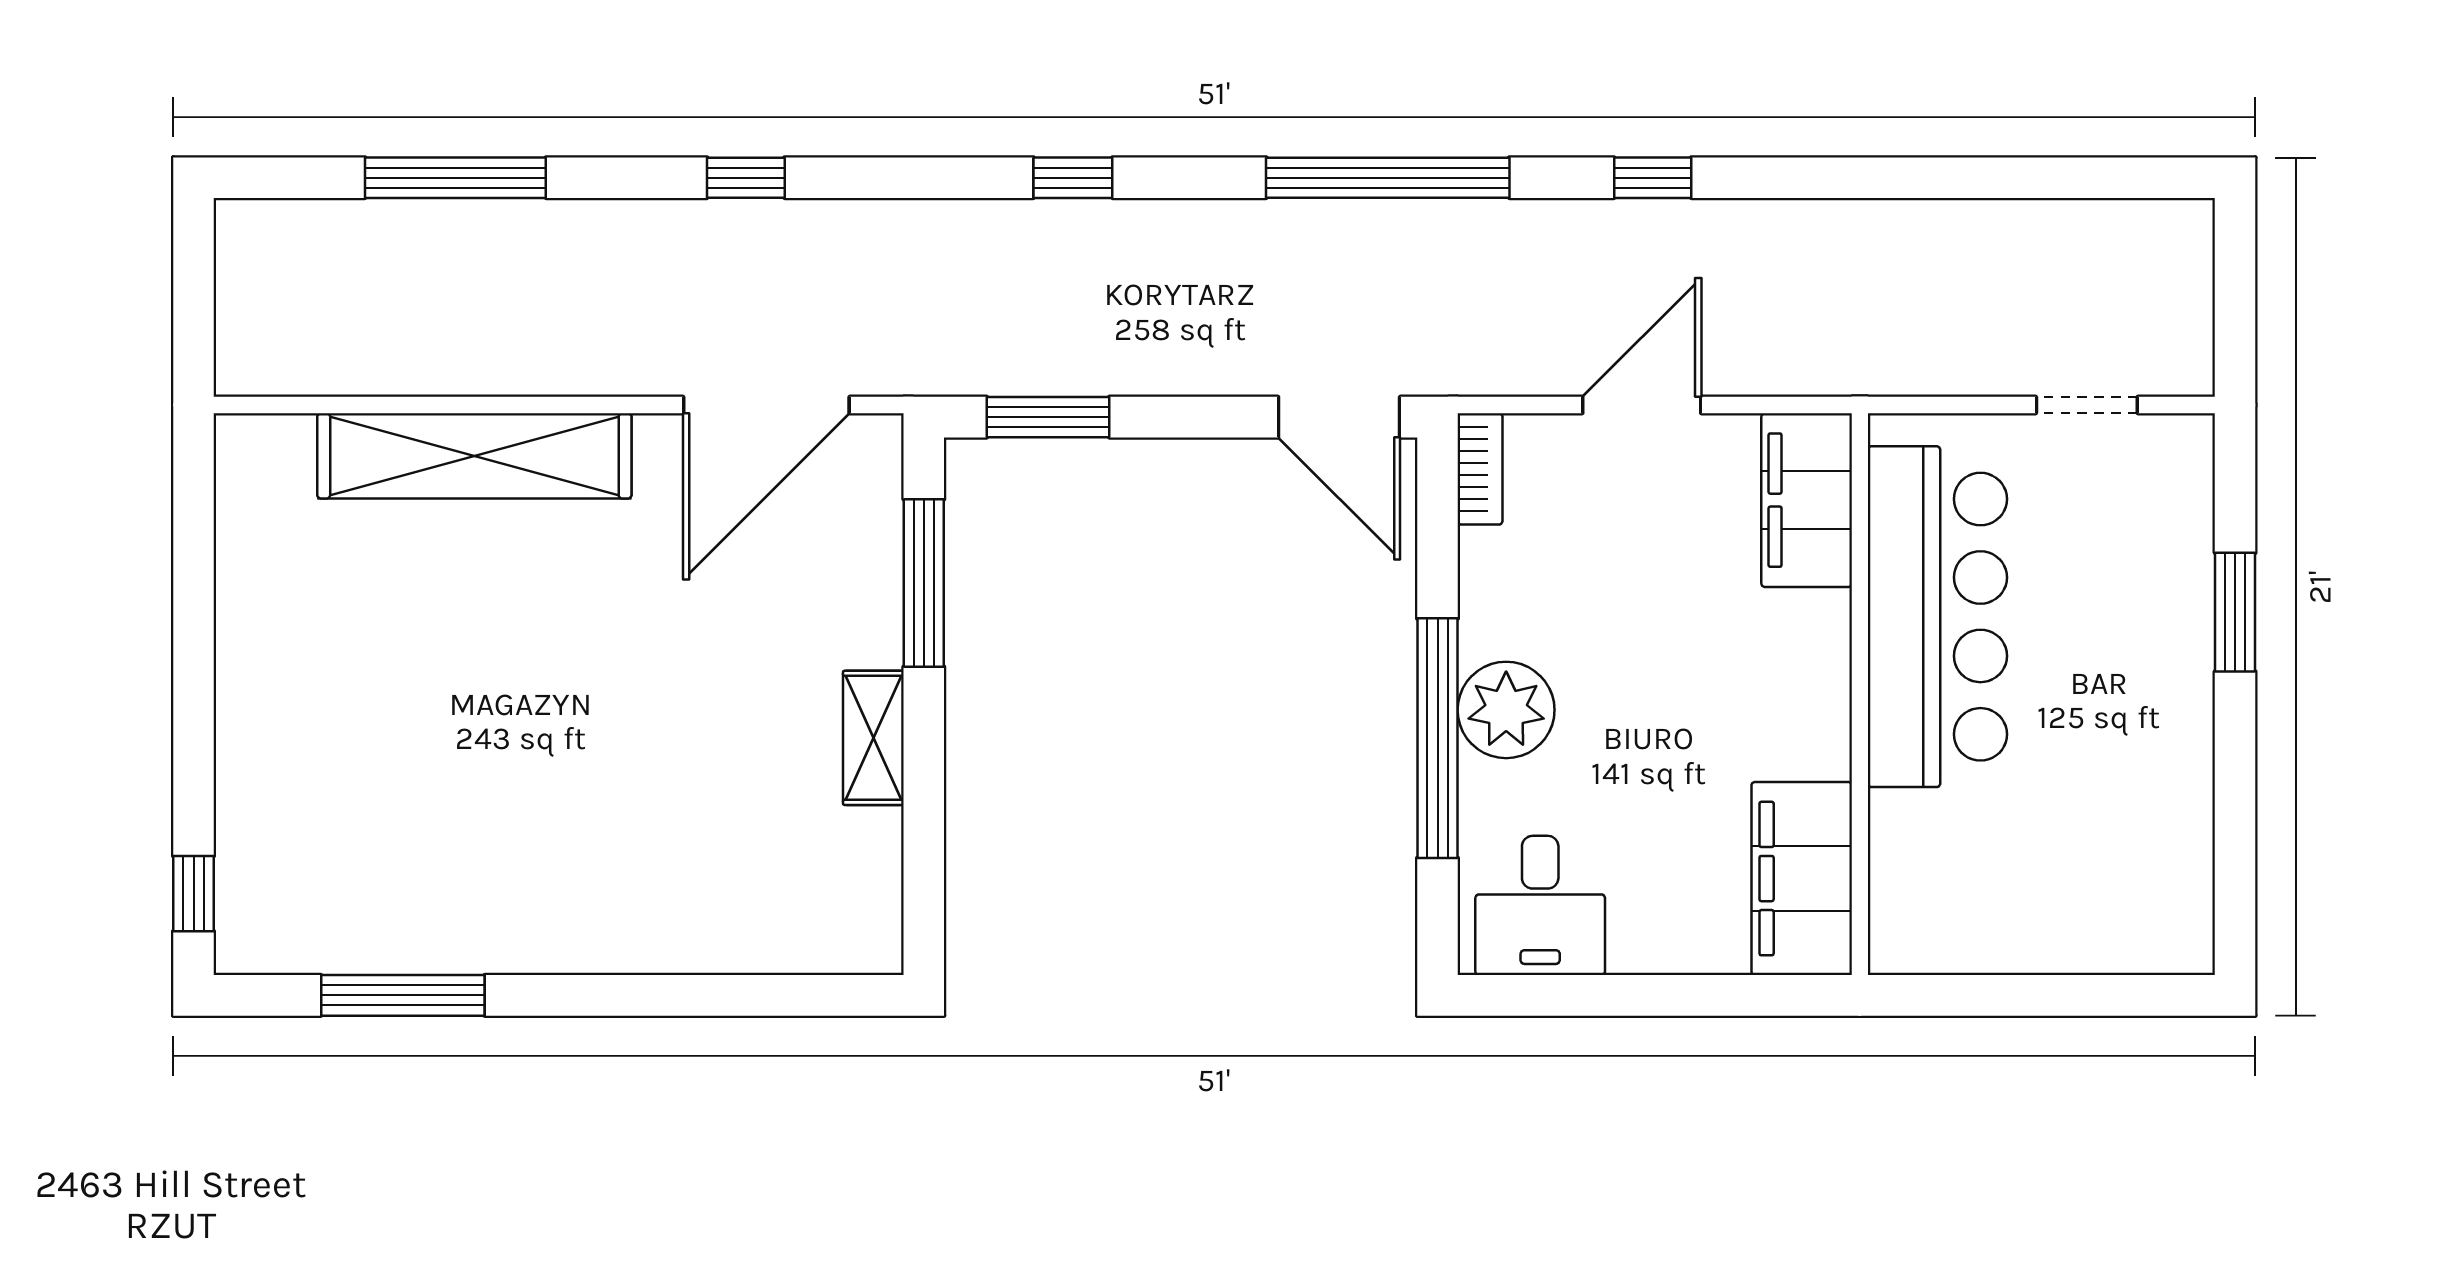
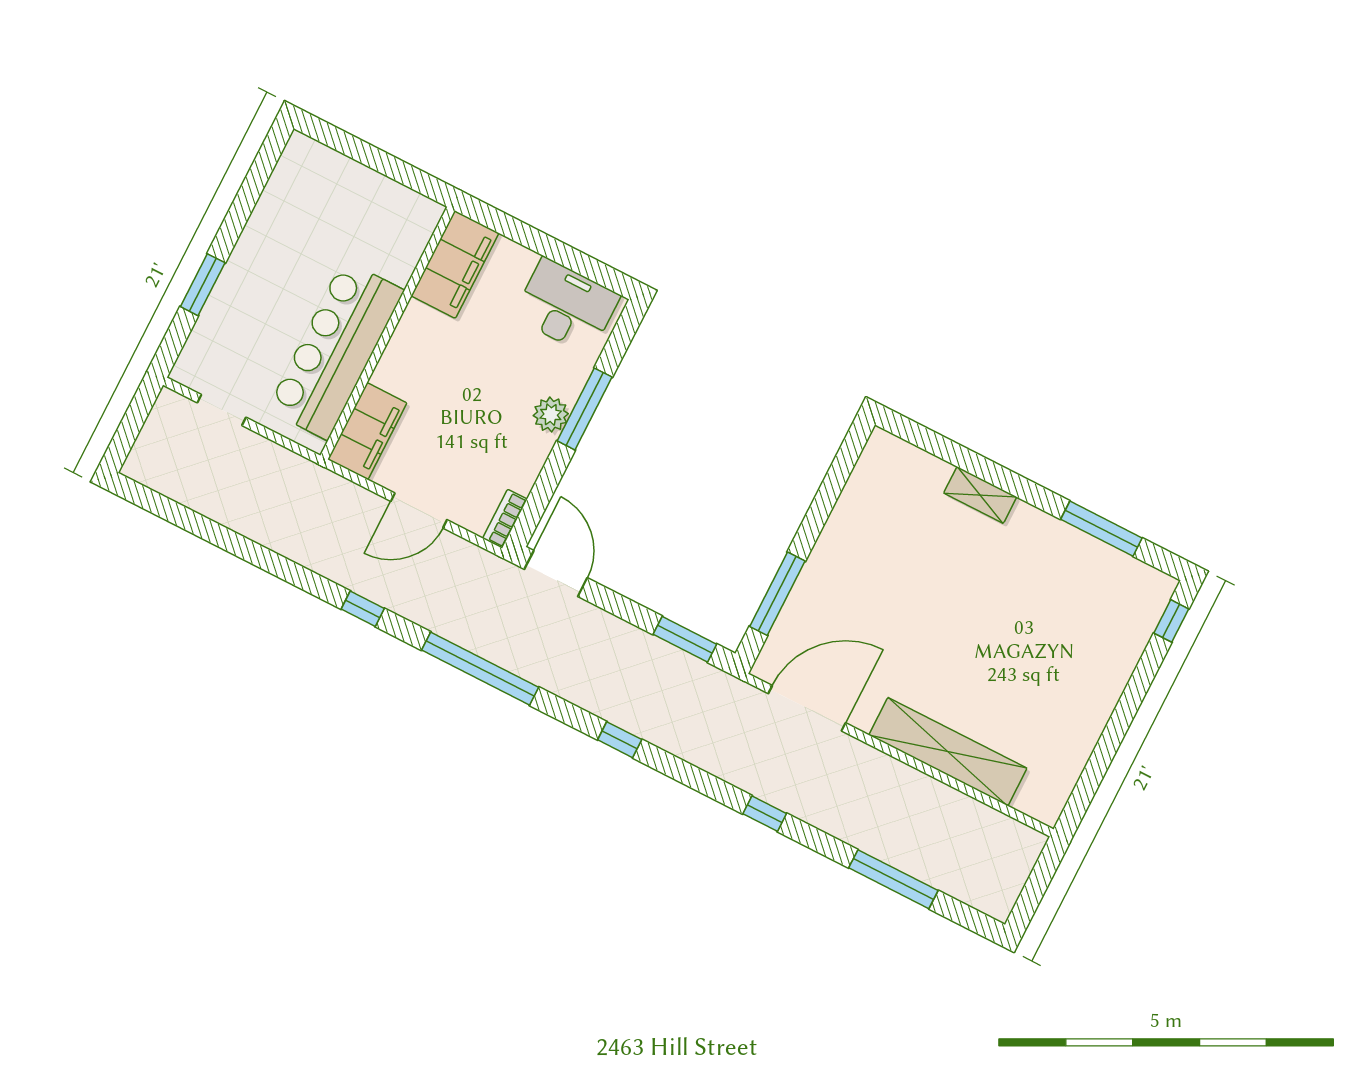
plant: (1506, 710) -> (551, 415), width x0.73, depth x0.73
shelving: (873, 738) -> (980, 495), moved, turned 90
window: (1438, 738) -> (585, 409), width x0.68
desk: (1540, 905) -> (566, 306), width x1.37

